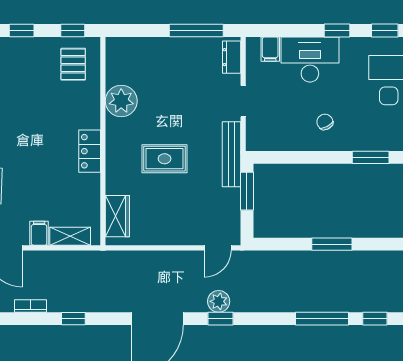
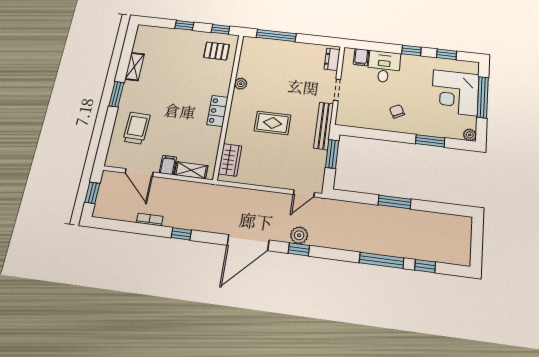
window: (196, 31) -> (276, 35), moved
desk: (310, 59) -> (384, 67), width x0.73
pallet: (73, 64) -> (217, 51), turned 90
plant: (121, 101) -> (241, 84), width x0.53, depth x0.53

